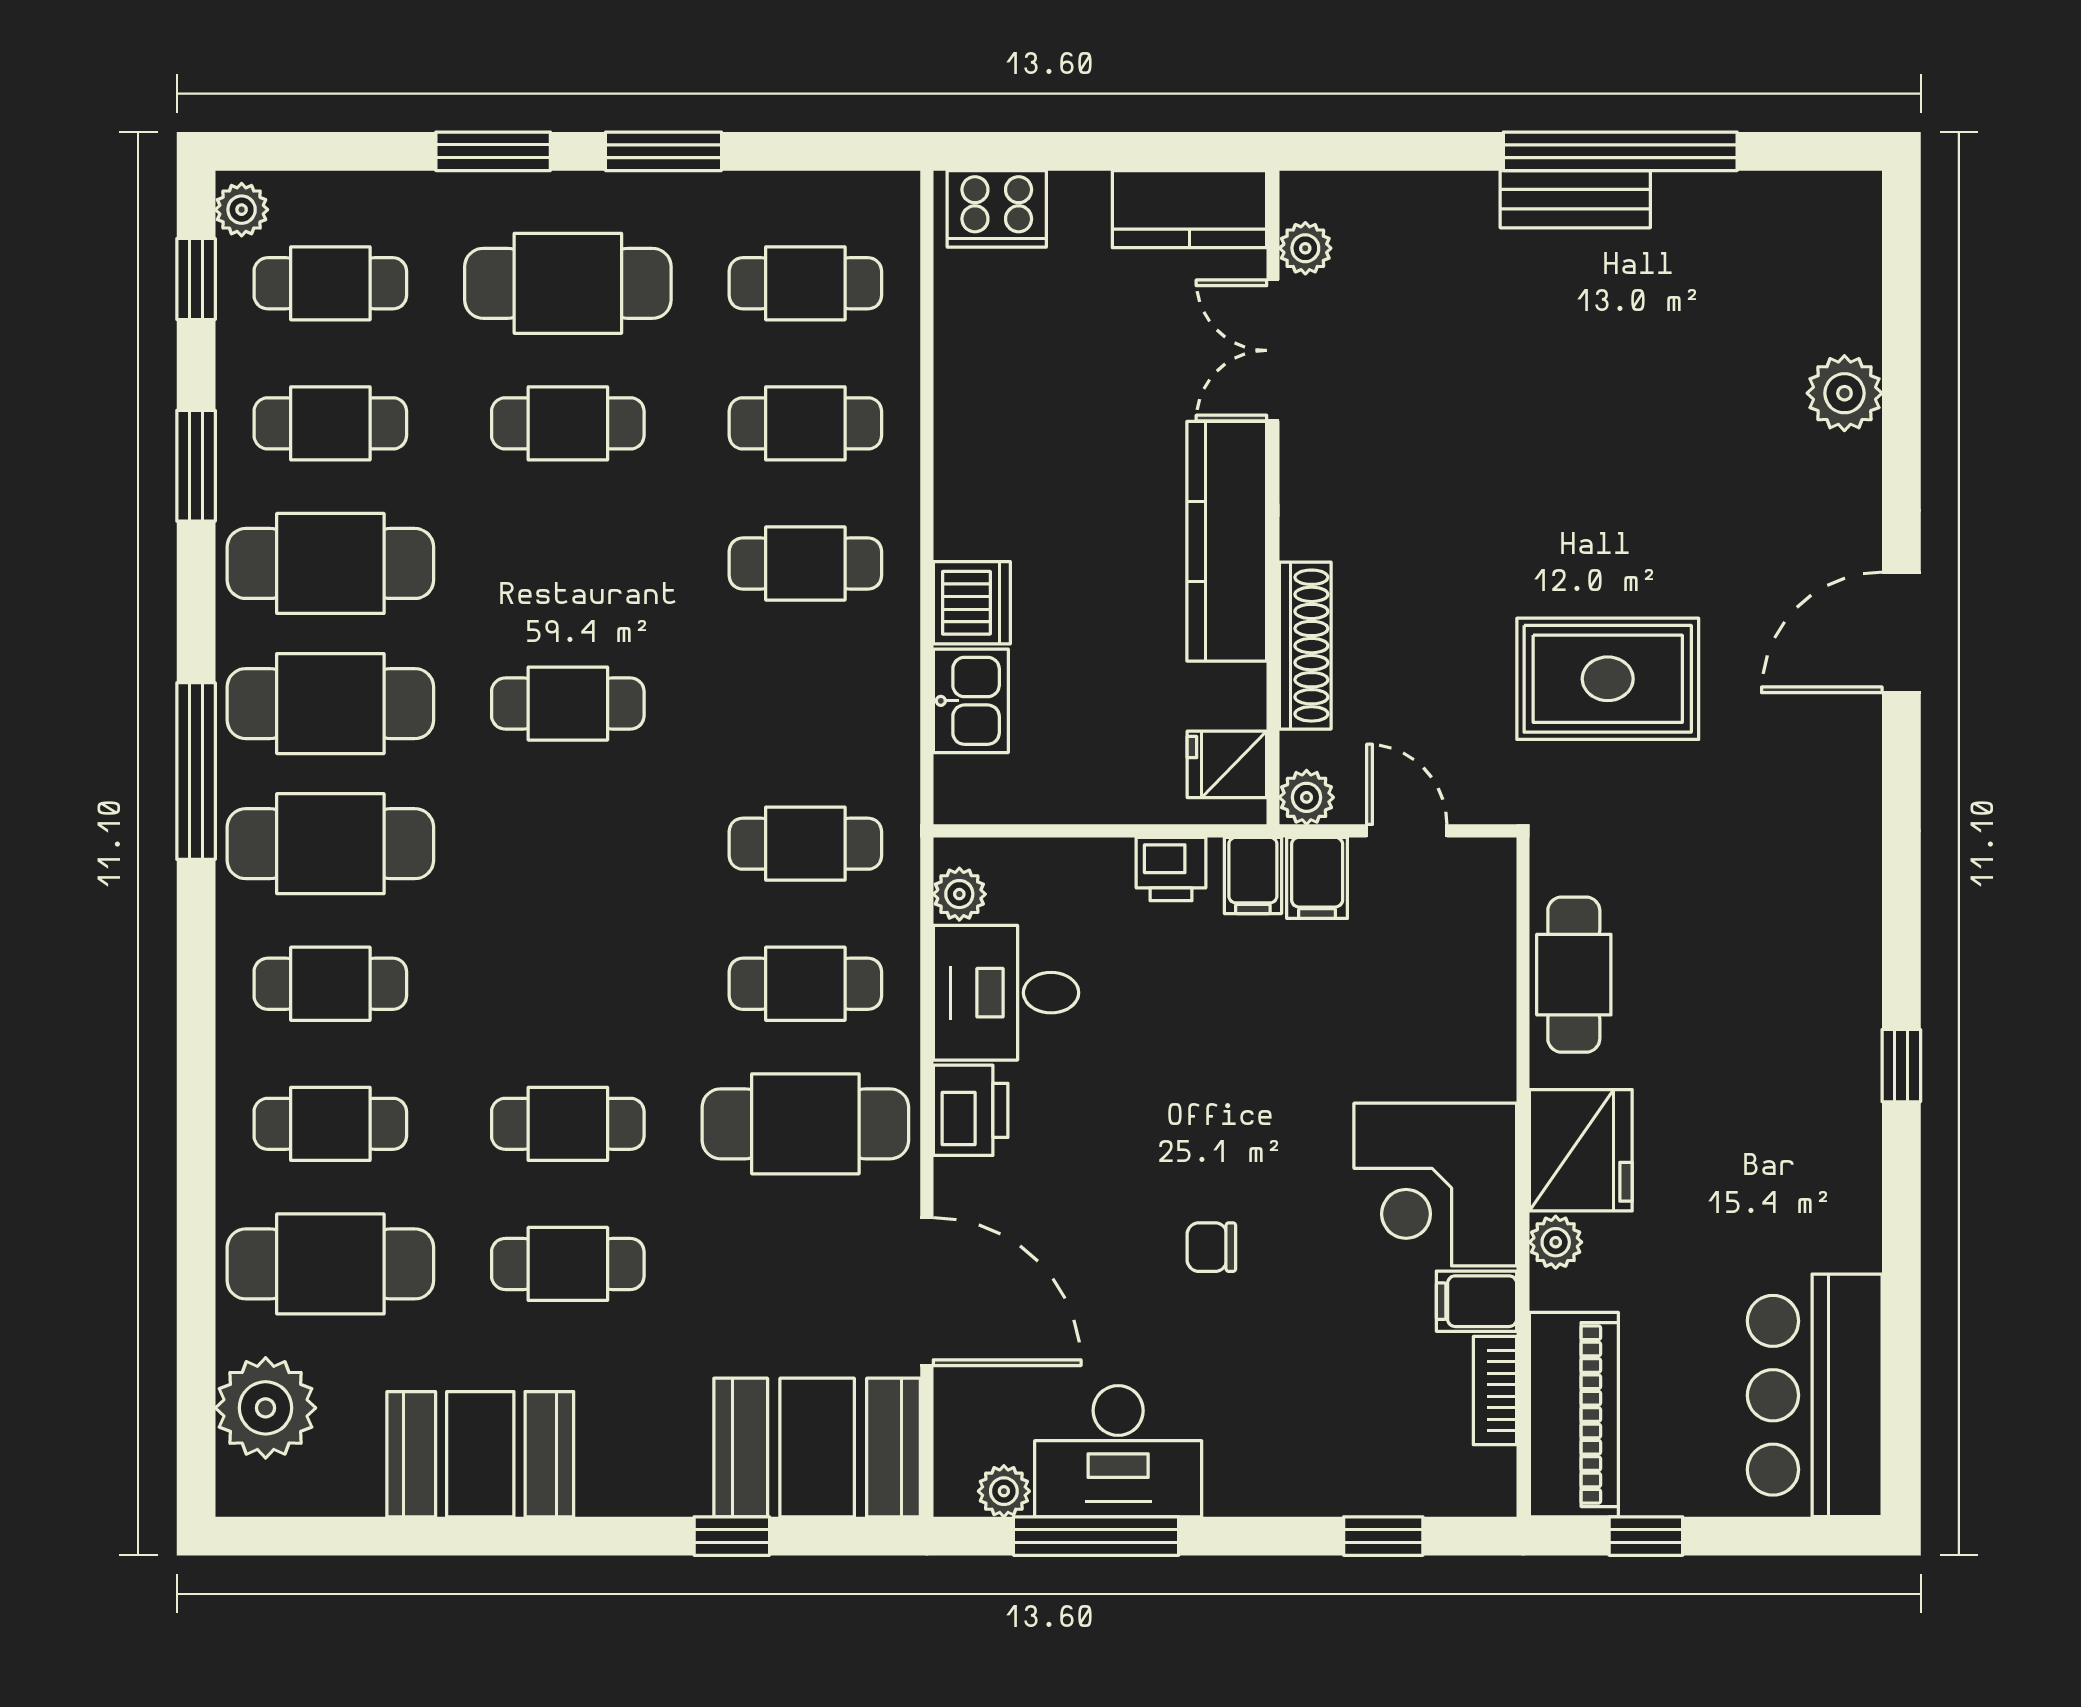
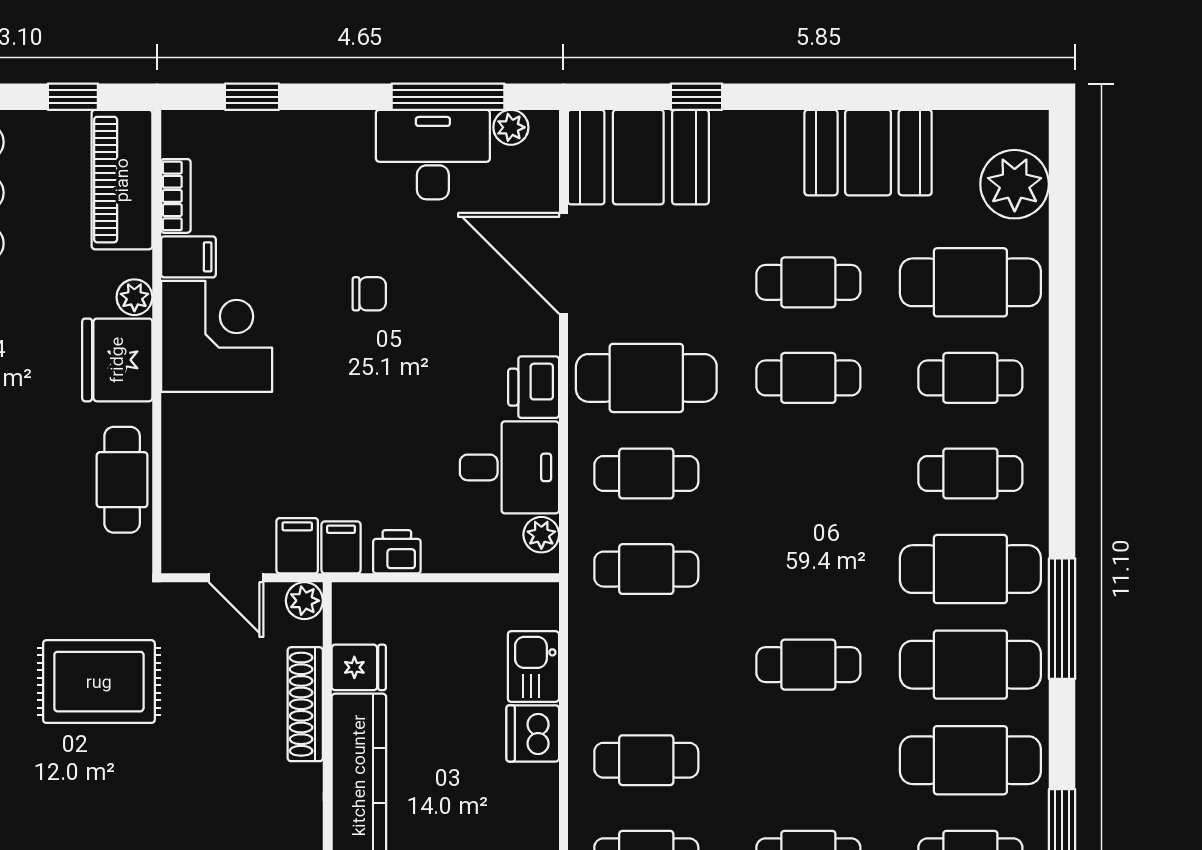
fridge: (1227, 764) -> (359, 667), moved

